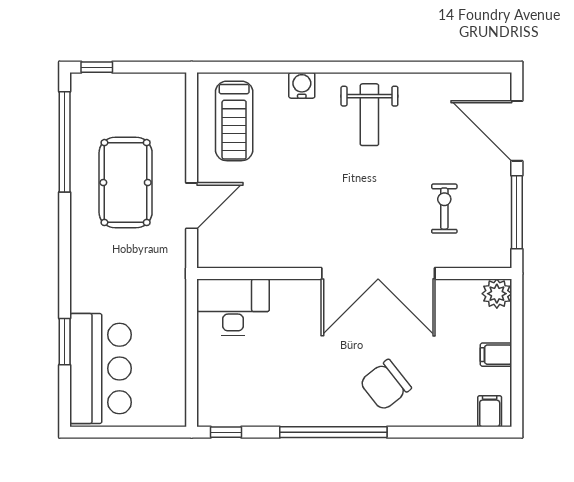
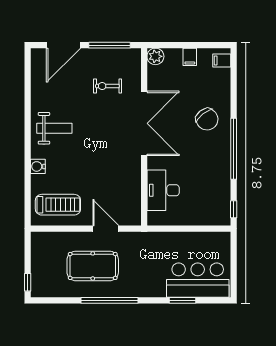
window: (65, 142) -> (110, 300), moved
desk: (233, 307) -> (163, 190), moved

